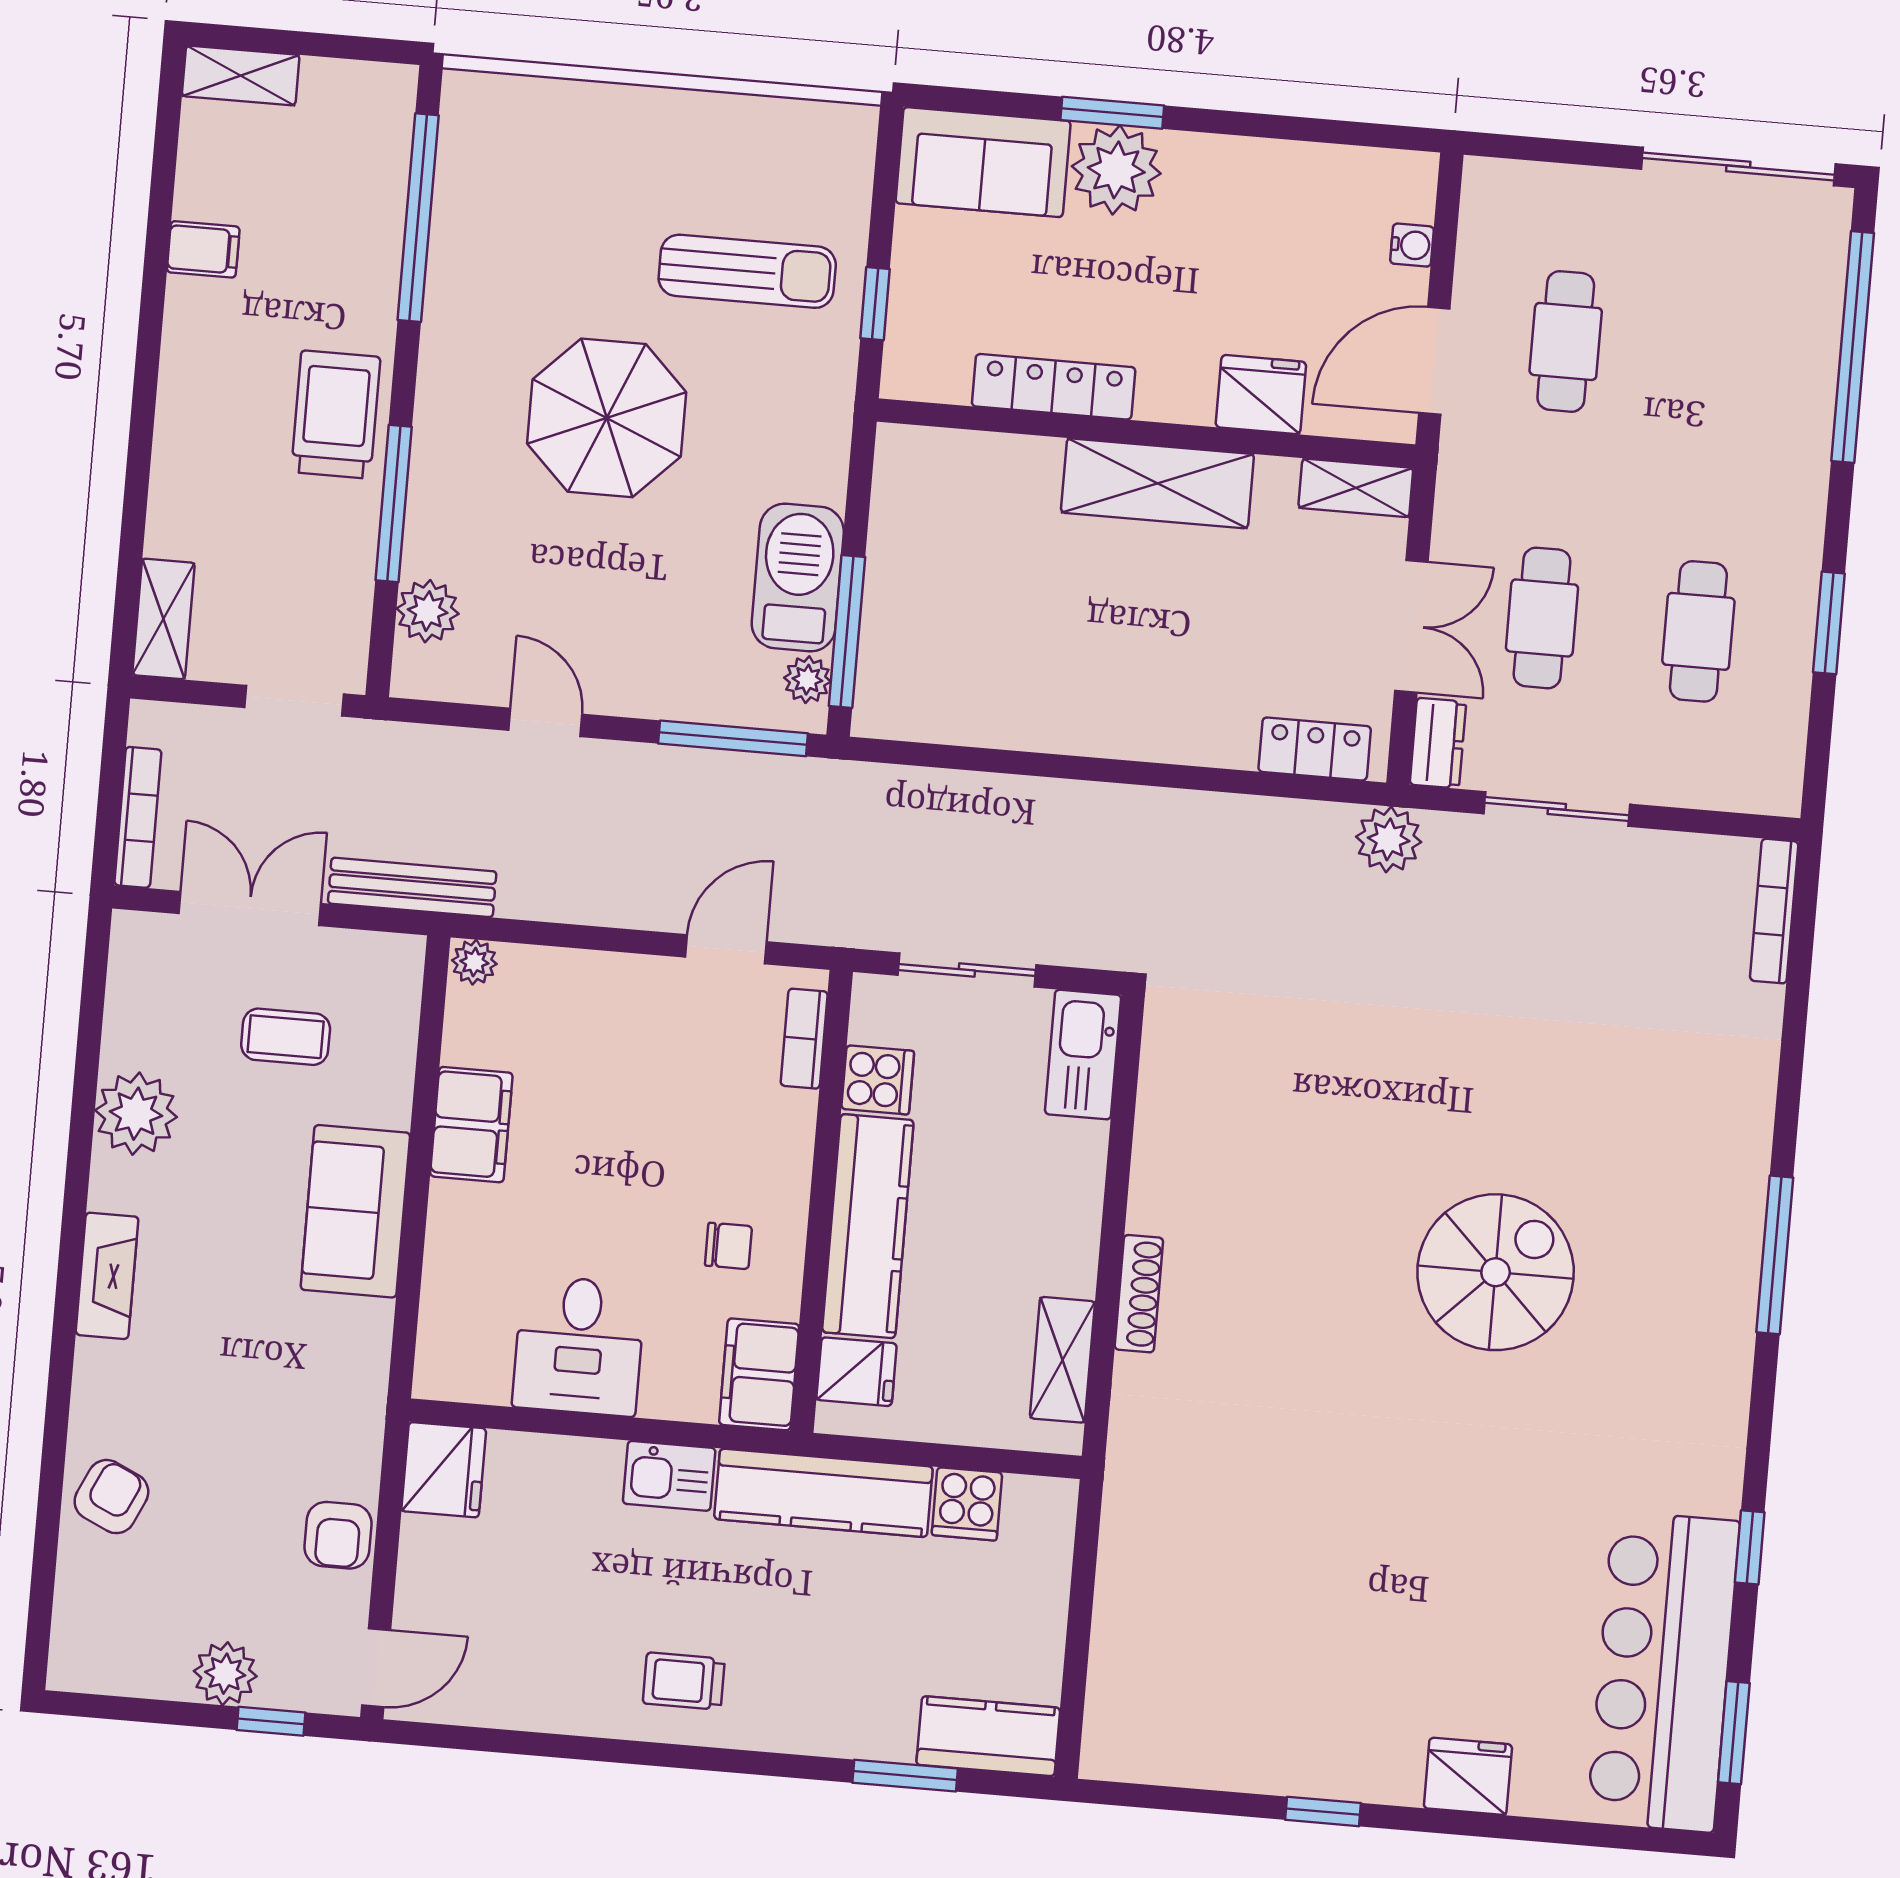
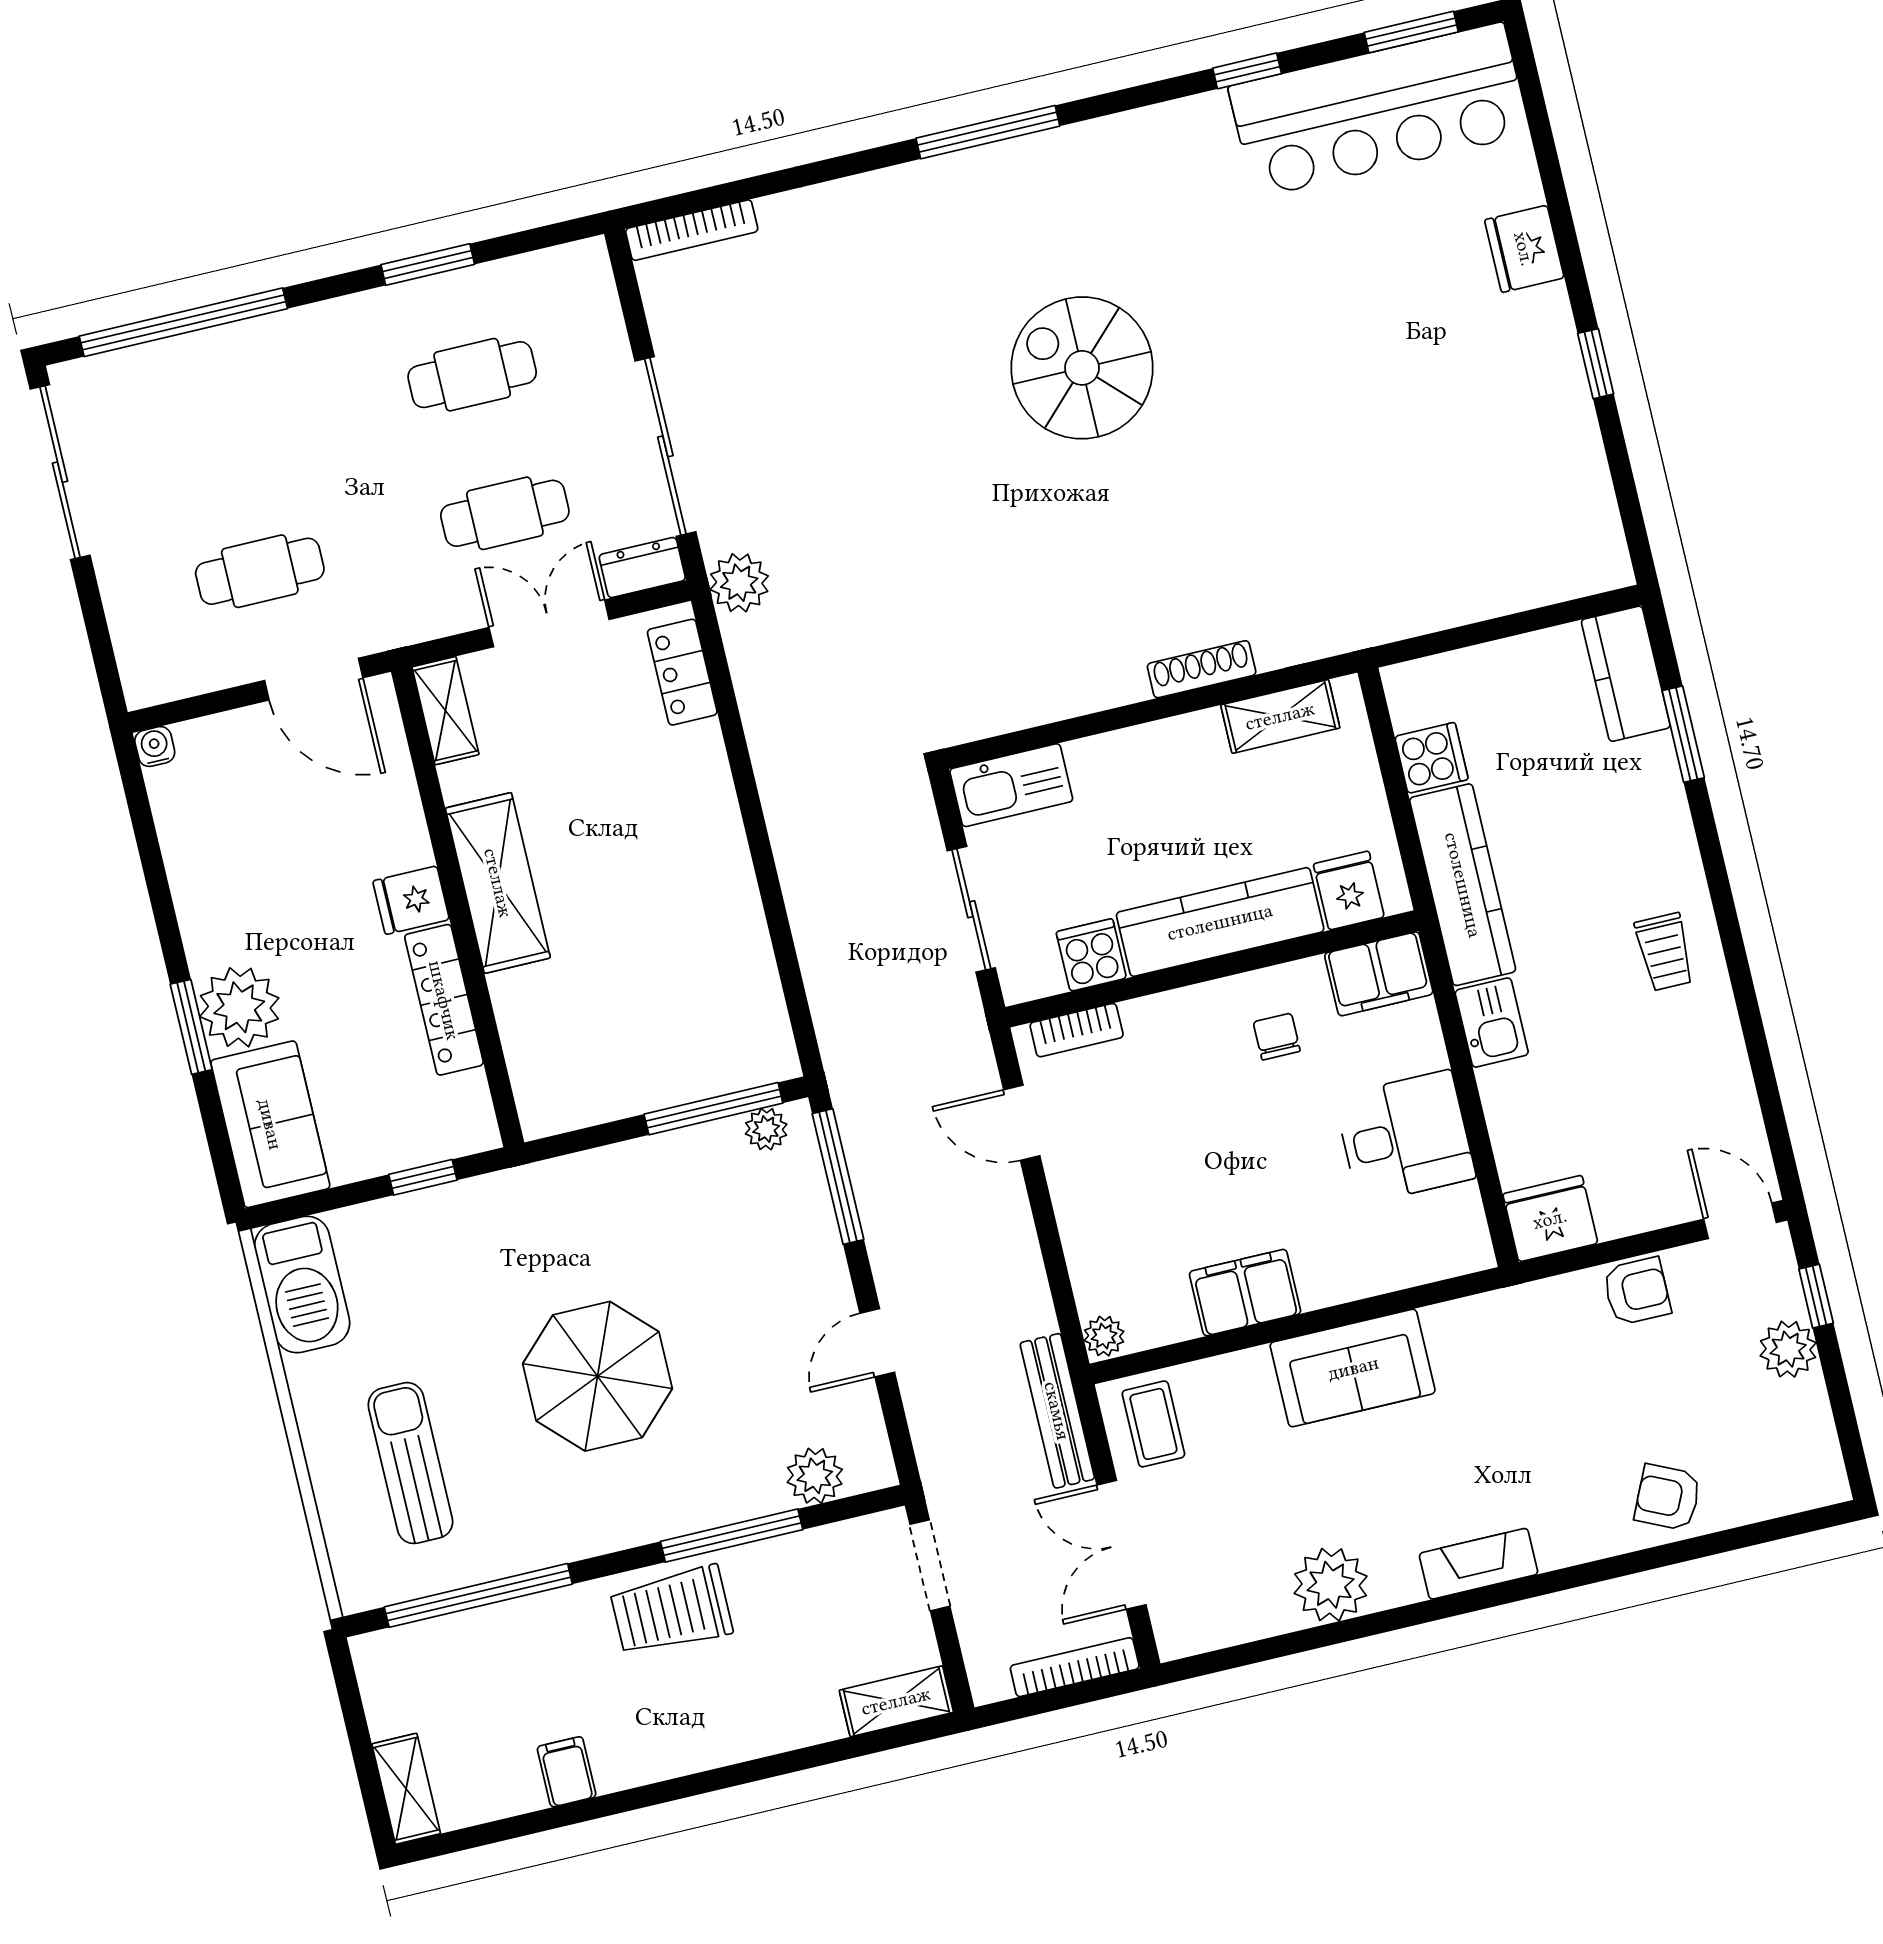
water cooler: (1412, 245) -> (155, 747), moved
sun lounger: (747, 271) -> (410, 1463), moved
fridge: (1261, 394) -> (411, 900), moved, width x0.72
barbecue: (798, 577) -> (302, 1285), moved, turned -90
sliding door: (1557, 809) -> (665, 446), width x1.37
coffee table: (286, 1037) -> (1153, 1424), moved

